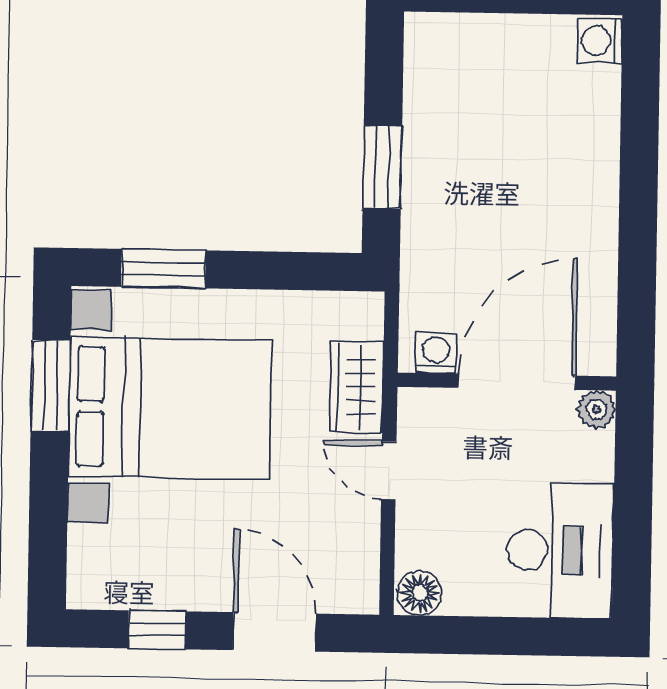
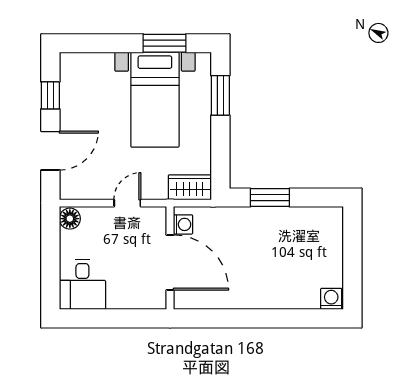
wardrobe: (357, 387) -> (190, 187), moved
bed with nightstands: (170, 408) -> (155, 100), width x0.73
plant: (597, 410) -> (158, 300), removed
desk: (560, 550) -> (82, 284), width x0.73

